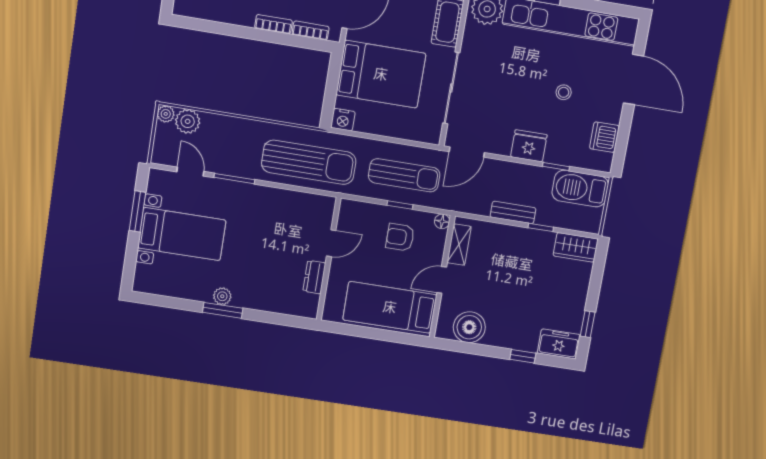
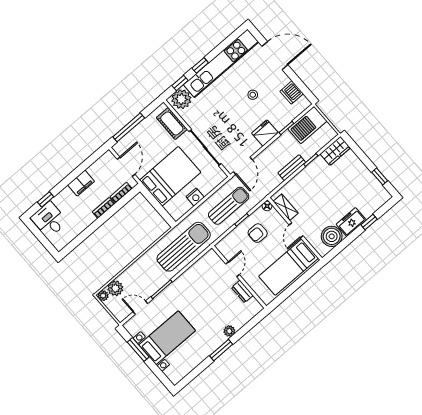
nightstand: (343, 120) -> (195, 197), moved
plant: (222, 296) -> (229, 331), moved
freezer: (559, 344) -> (351, 222), moved

